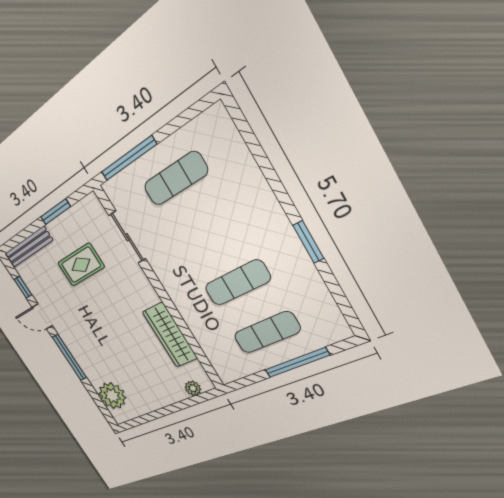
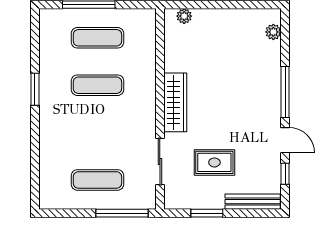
wardrobe: (170, 335) -> (175, 102), moved
plant: (112, 396) -> (273, 32), width x0.53, depth x0.53

